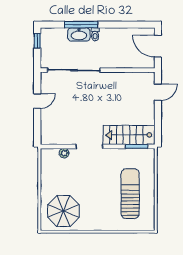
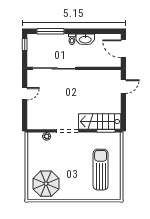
window: (81, 25) -> (50, 31), moved
washbasin: (79, 34) -> (85, 39), moved

